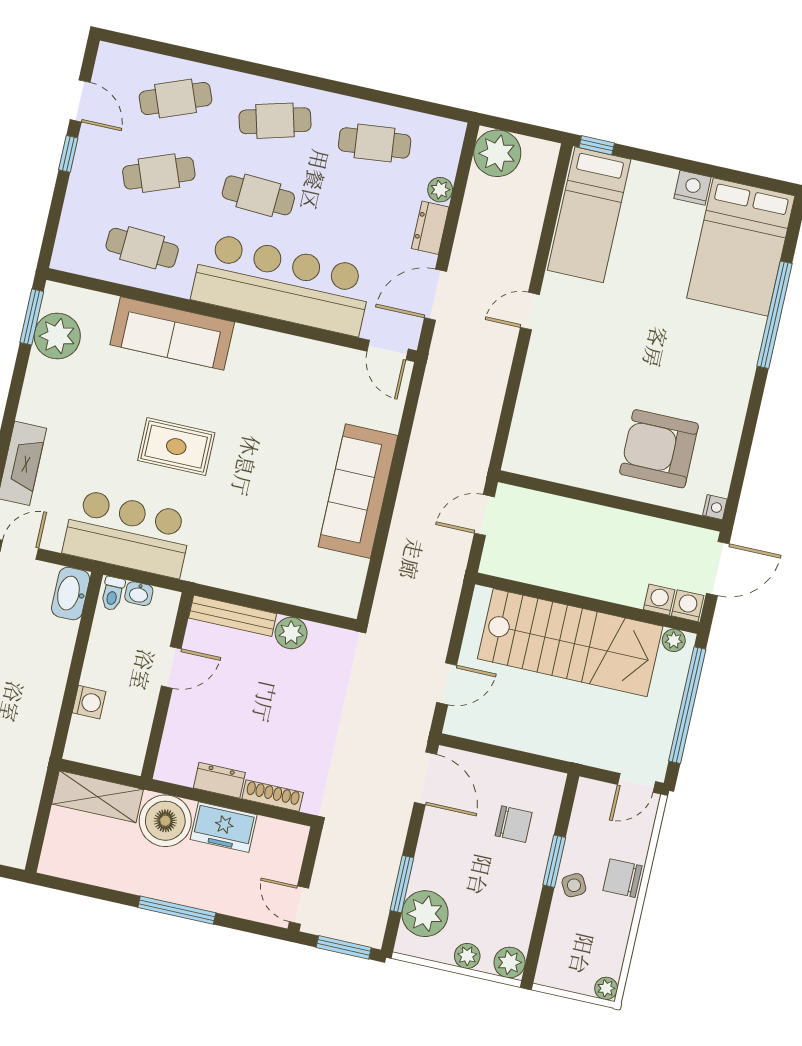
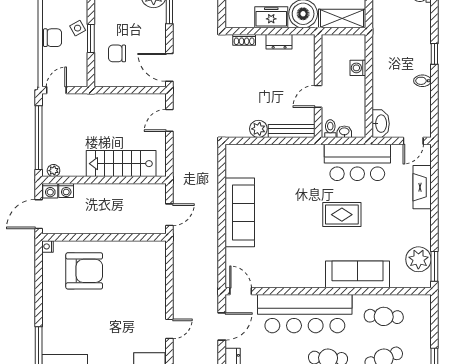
toilet: (113, 594) -> (330, 129), moved
stairs: (570, 643) -> (121, 164), width x0.73, depth x0.66
shoe rack: (273, 796) -> (244, 40), width x0.70

